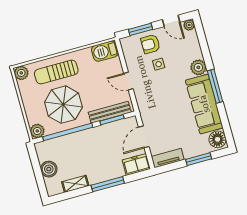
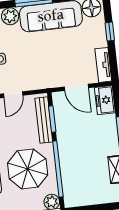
window: (199, 159) -> (110, 32), width x0.67
boiler: (49, 169) -> (95, 196), removed

